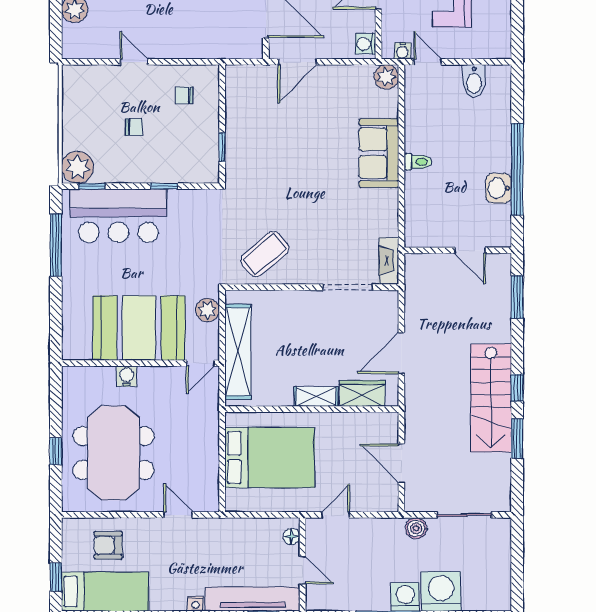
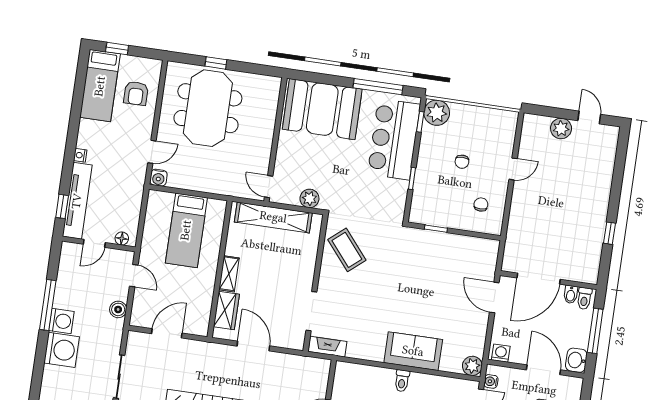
booth: (139, 328) -> (322, 109), moved, turned 90
water cooler: (127, 376) -> (158, 178), moved, turned 90
meeting table: (114, 453) -> (208, 108), turned 90
bed: (270, 458) -> (186, 230), width x0.67
boiler: (416, 528) -> (118, 309), moved
armchair: (108, 545) -> (136, 93), turned 180

